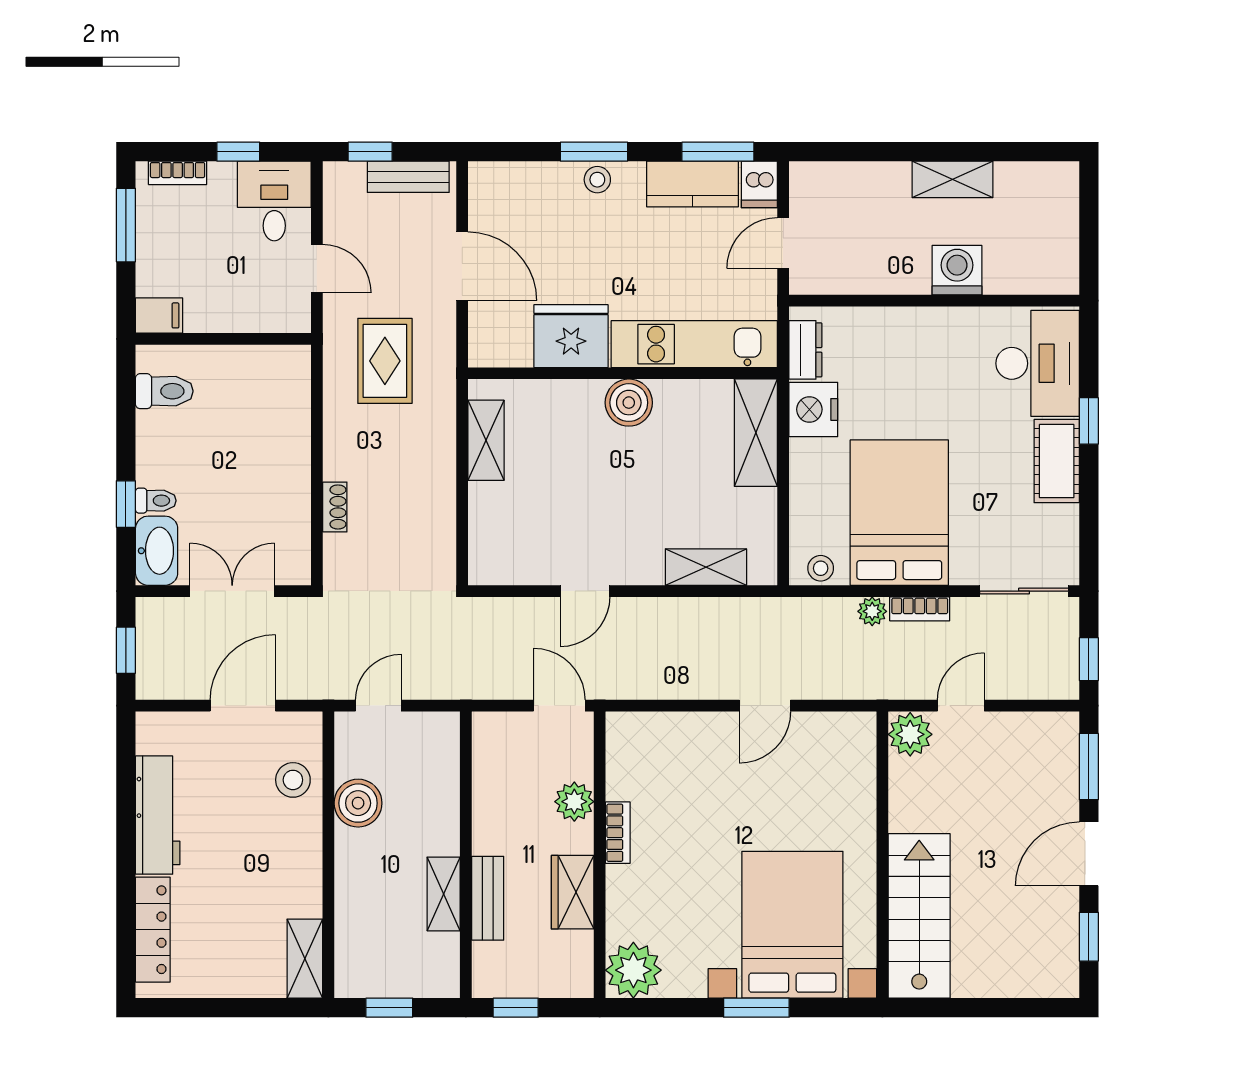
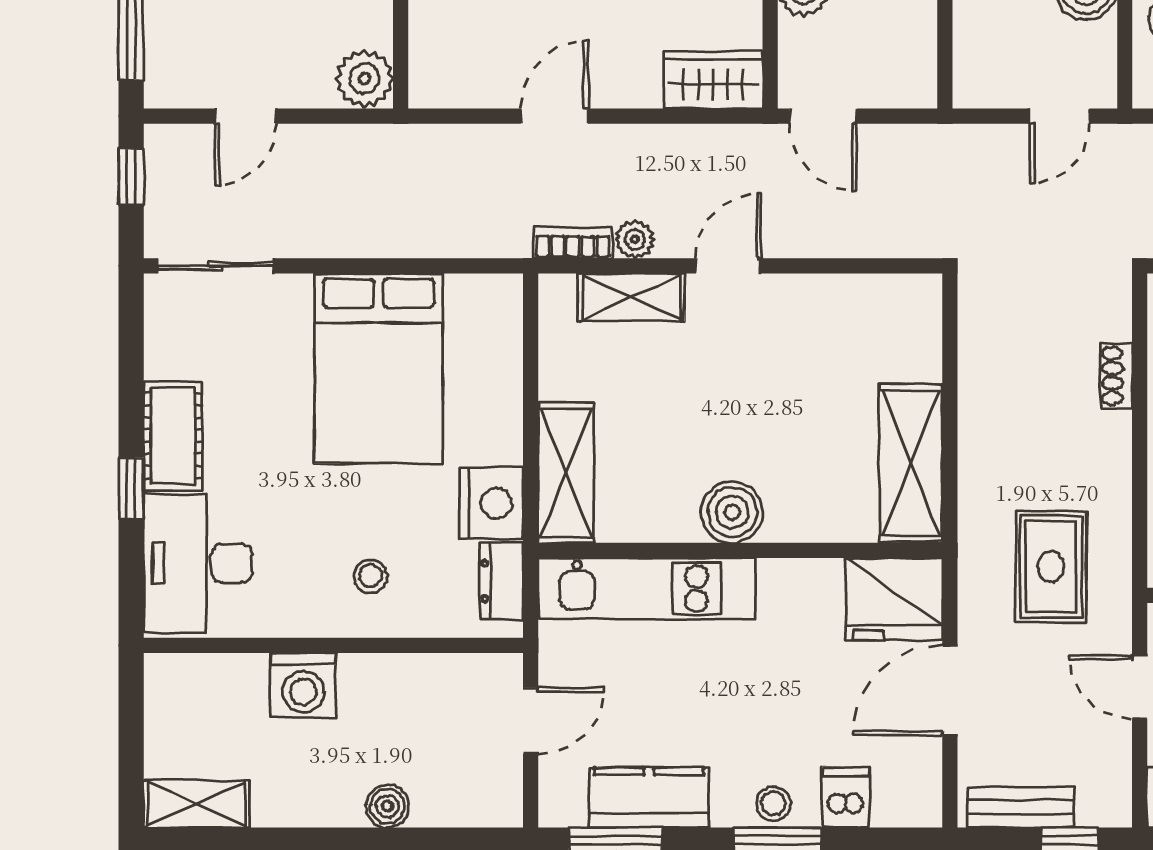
boiler: (893, 178) -> (388, 806), added
shelving: (952, 179) -> (196, 804), moved
dishwasher: (759, 184) -> (846, 797), moved
door: (462, 266) -> (950, 690), hinge flipped
fridge: (571, 336) -> (894, 599), moved
shelving: (486, 440) -> (911, 463), width x1.50, depth x1.33
stool: (821, 568) -> (371, 576), moved
door: (585, 591) -> (728, 266), moved
bookcase: (920, 609) -> (573, 243), moved
plant: (872, 611) -> (635, 239), moved
door: (961, 706) -> (245, 116), moved
wardrobe: (643, 733) -> (713, 80), added

